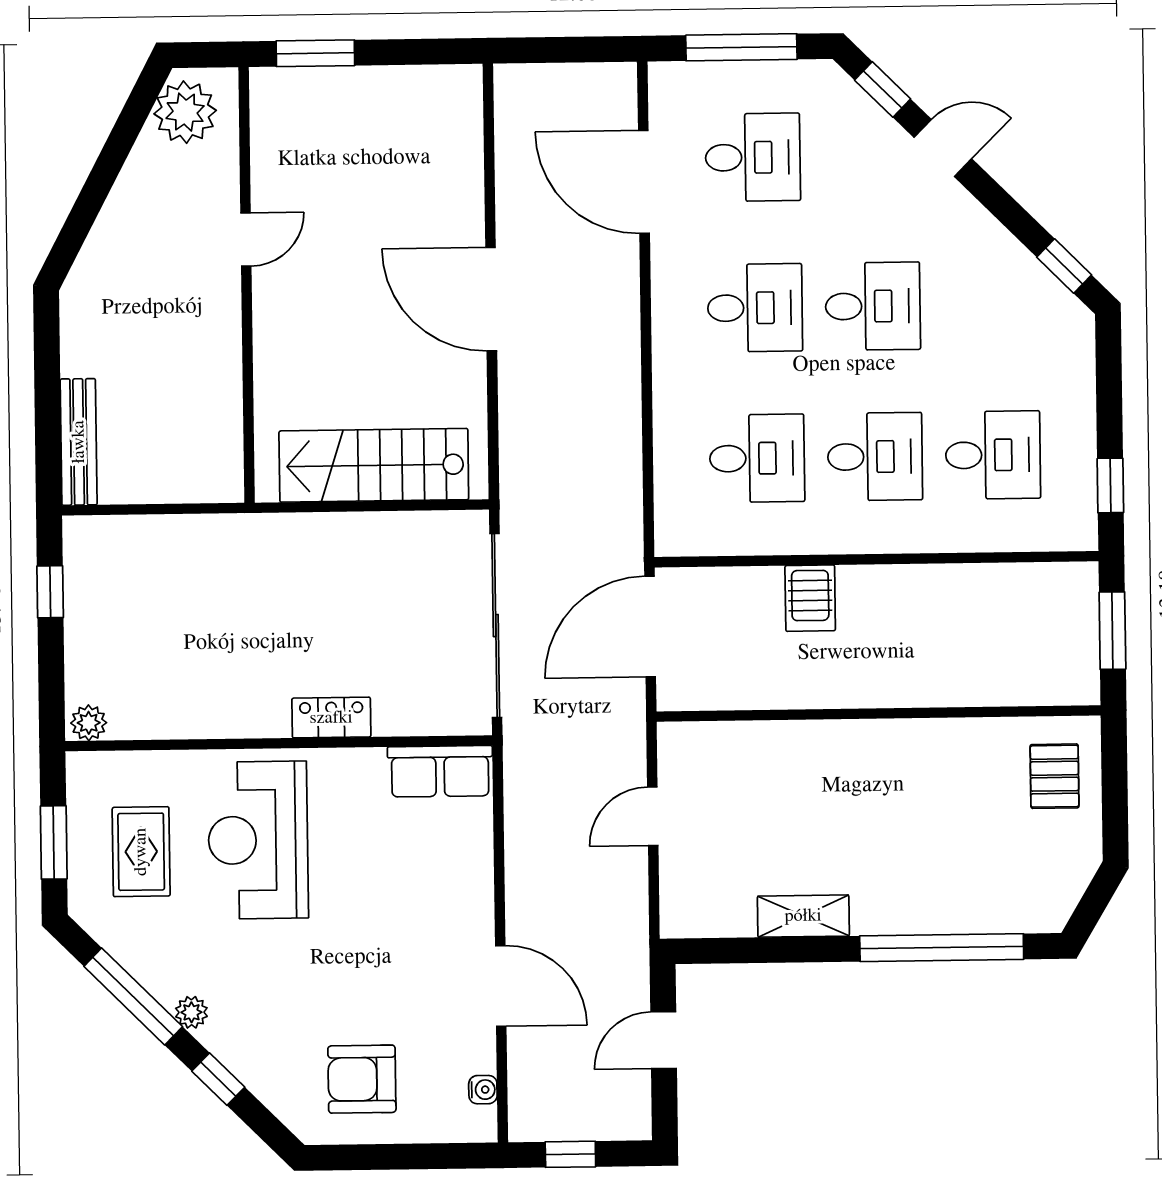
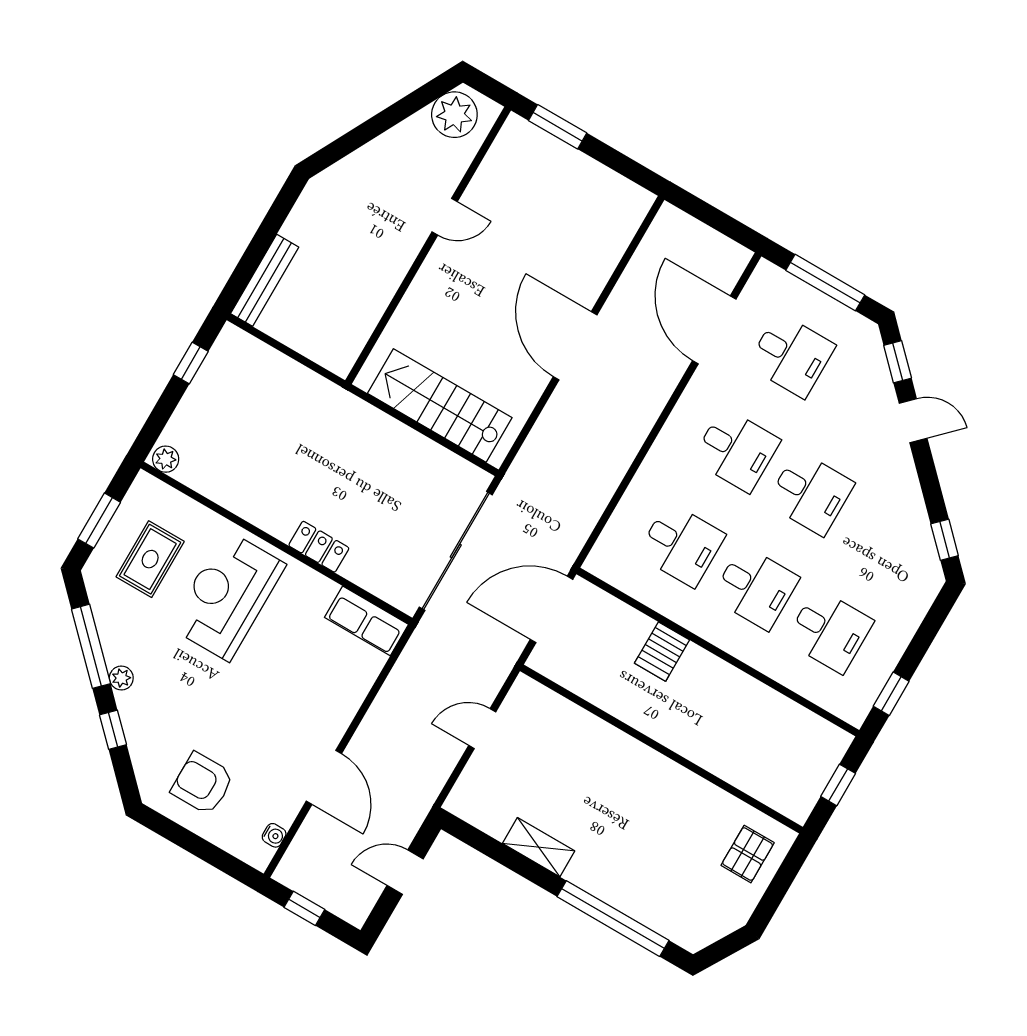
window: (1112, 631) -> (838, 785), width x0.67

